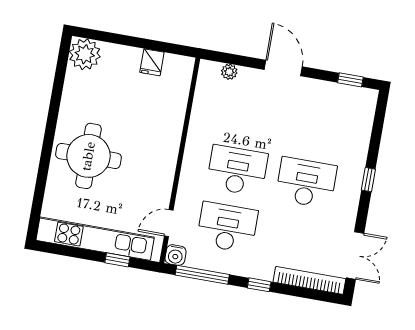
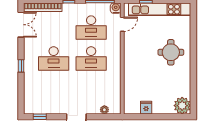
round table: (88, 156) -> (171, 52), width x0.73, depth x0.73
double door: (355, 255) -> (21, 25), swing flipped

